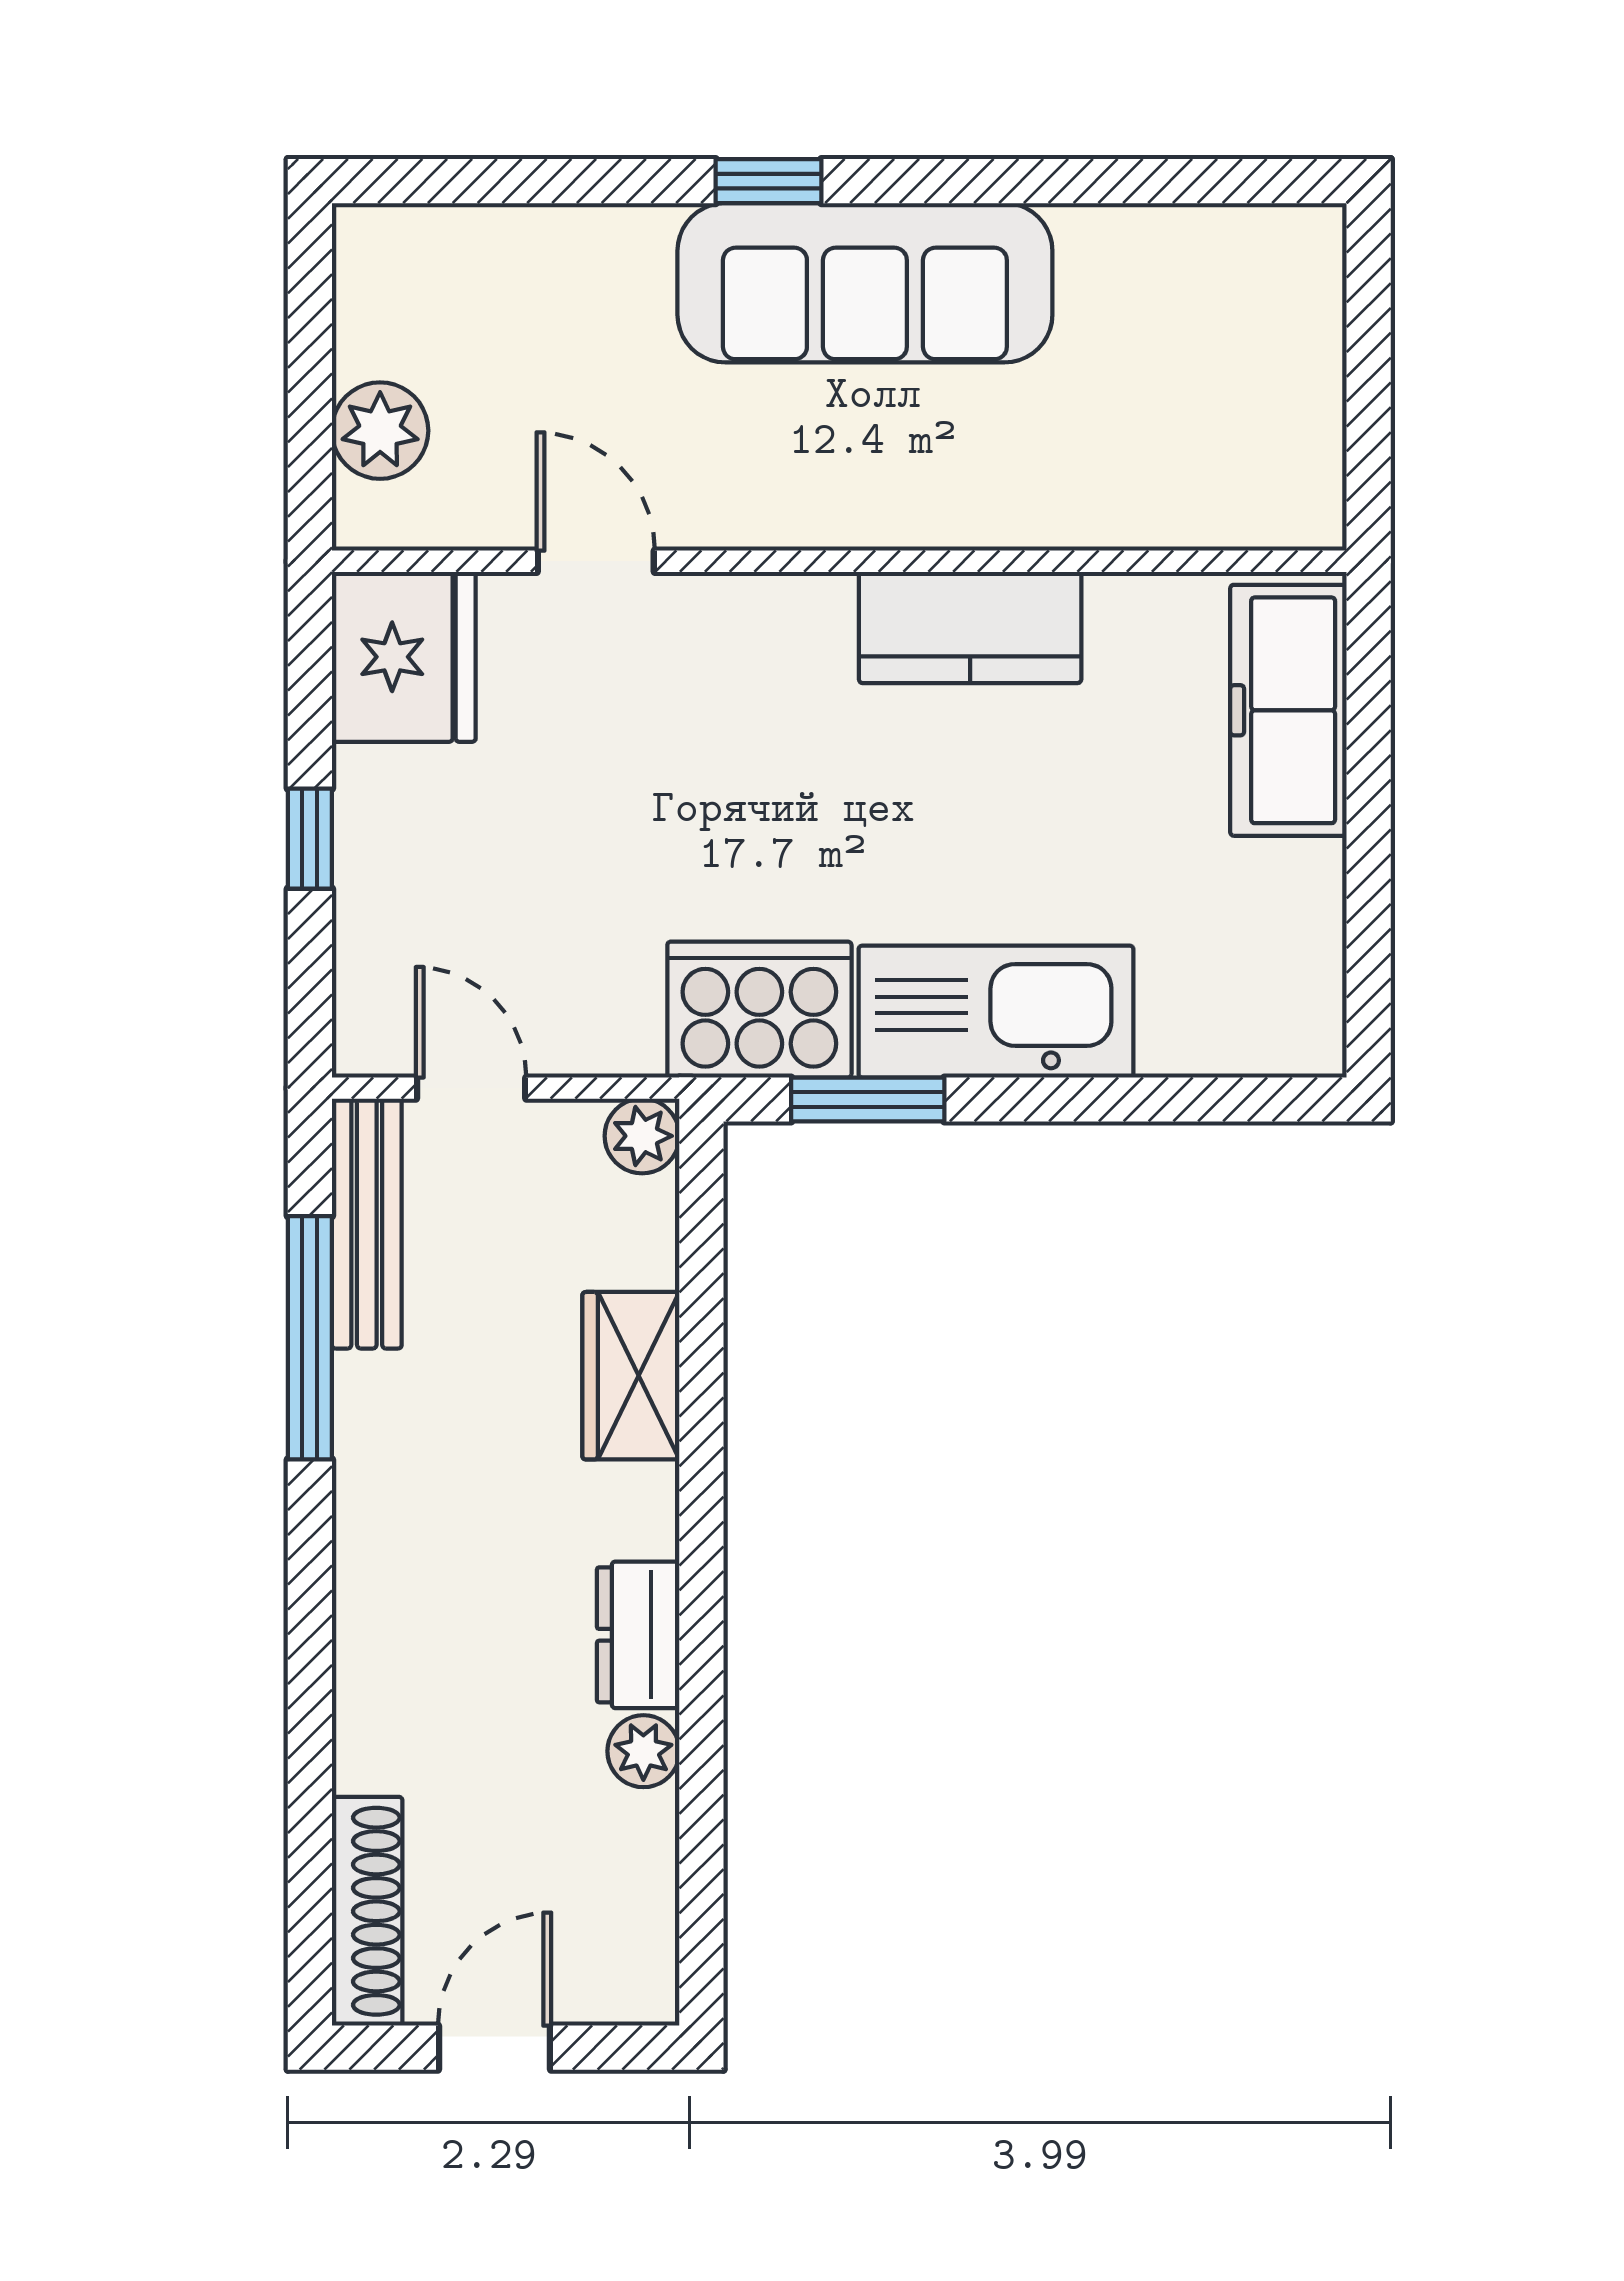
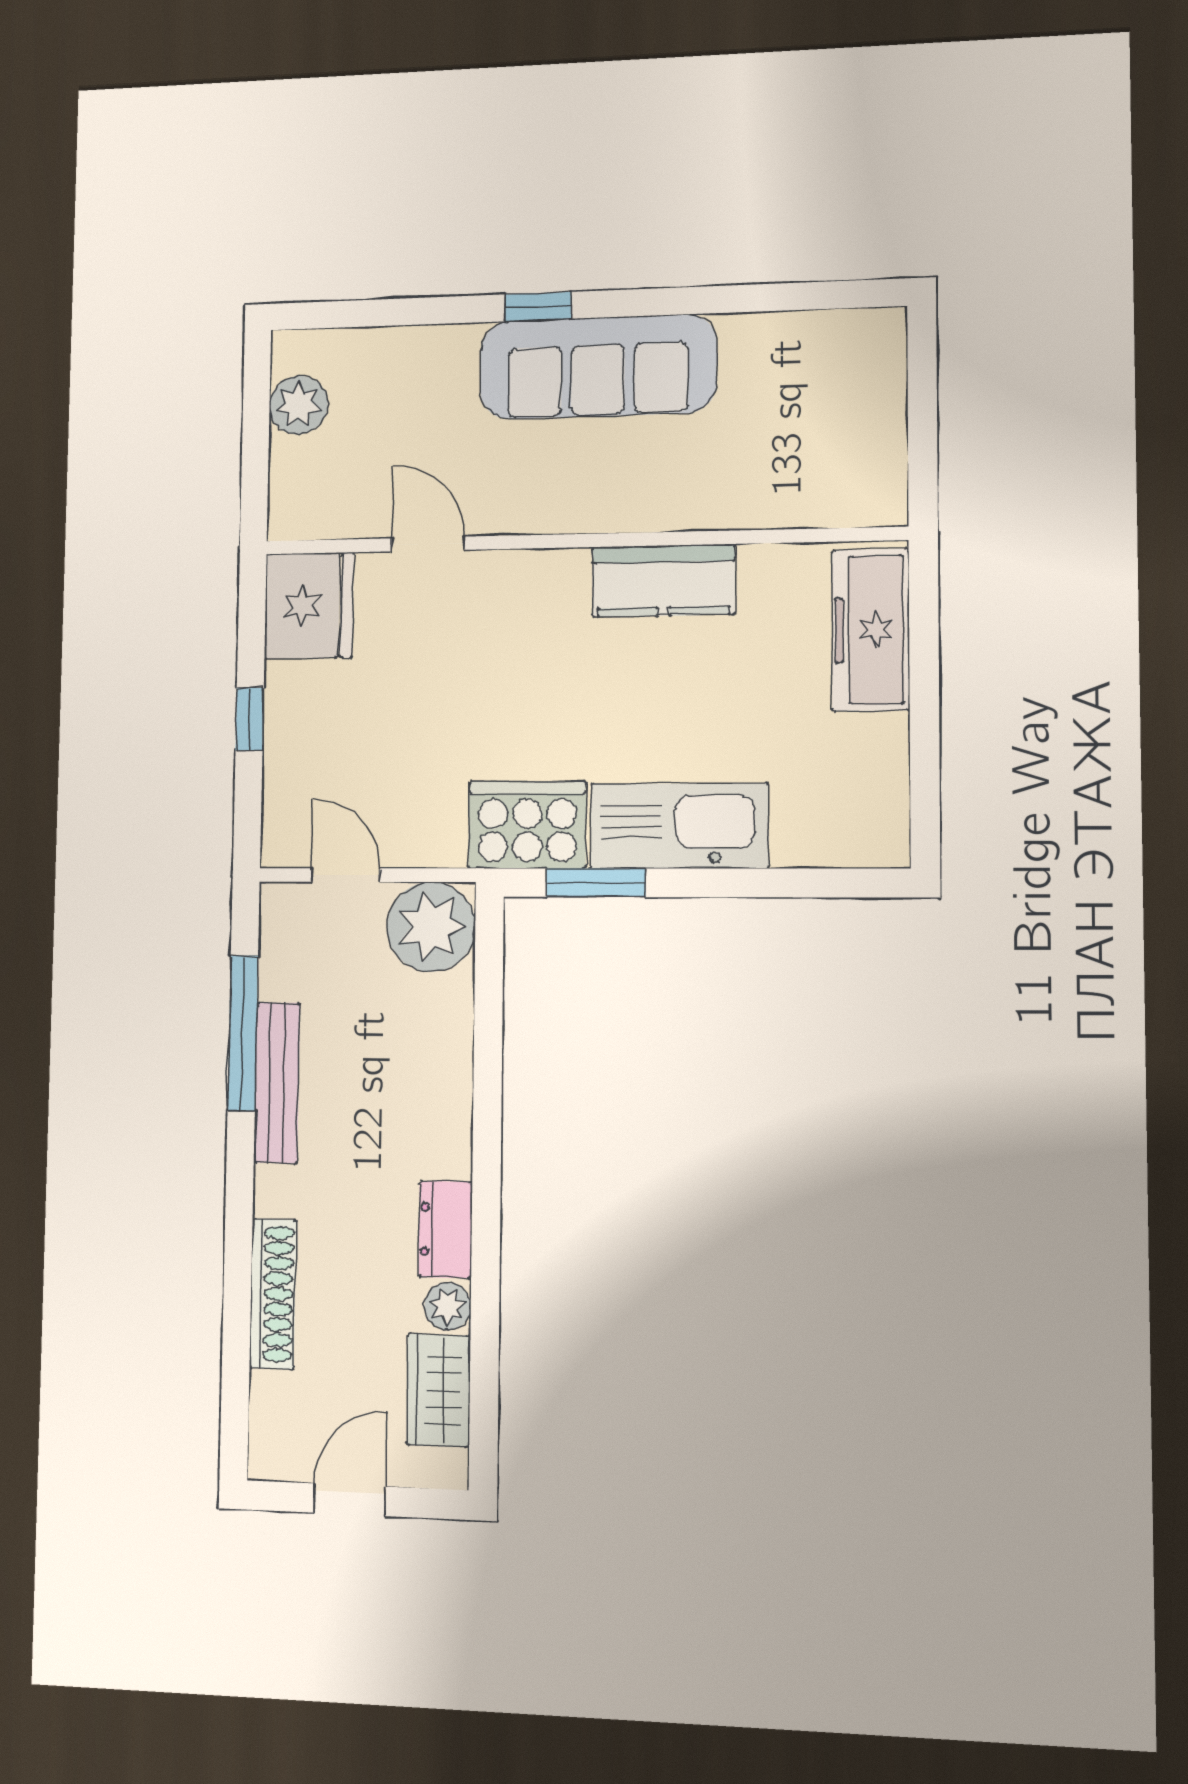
plant: (380, 431) -> (299, 405), moved
plant: (642, 1136) -> (431, 927), width x1.88, depth x1.88
bench: (367, 1224) -> (277, 1083), moved
wardrobe: (631, 1376) -> (439, 1390), moved
shoe rack: (367, 1911) -> (273, 1294), moved

